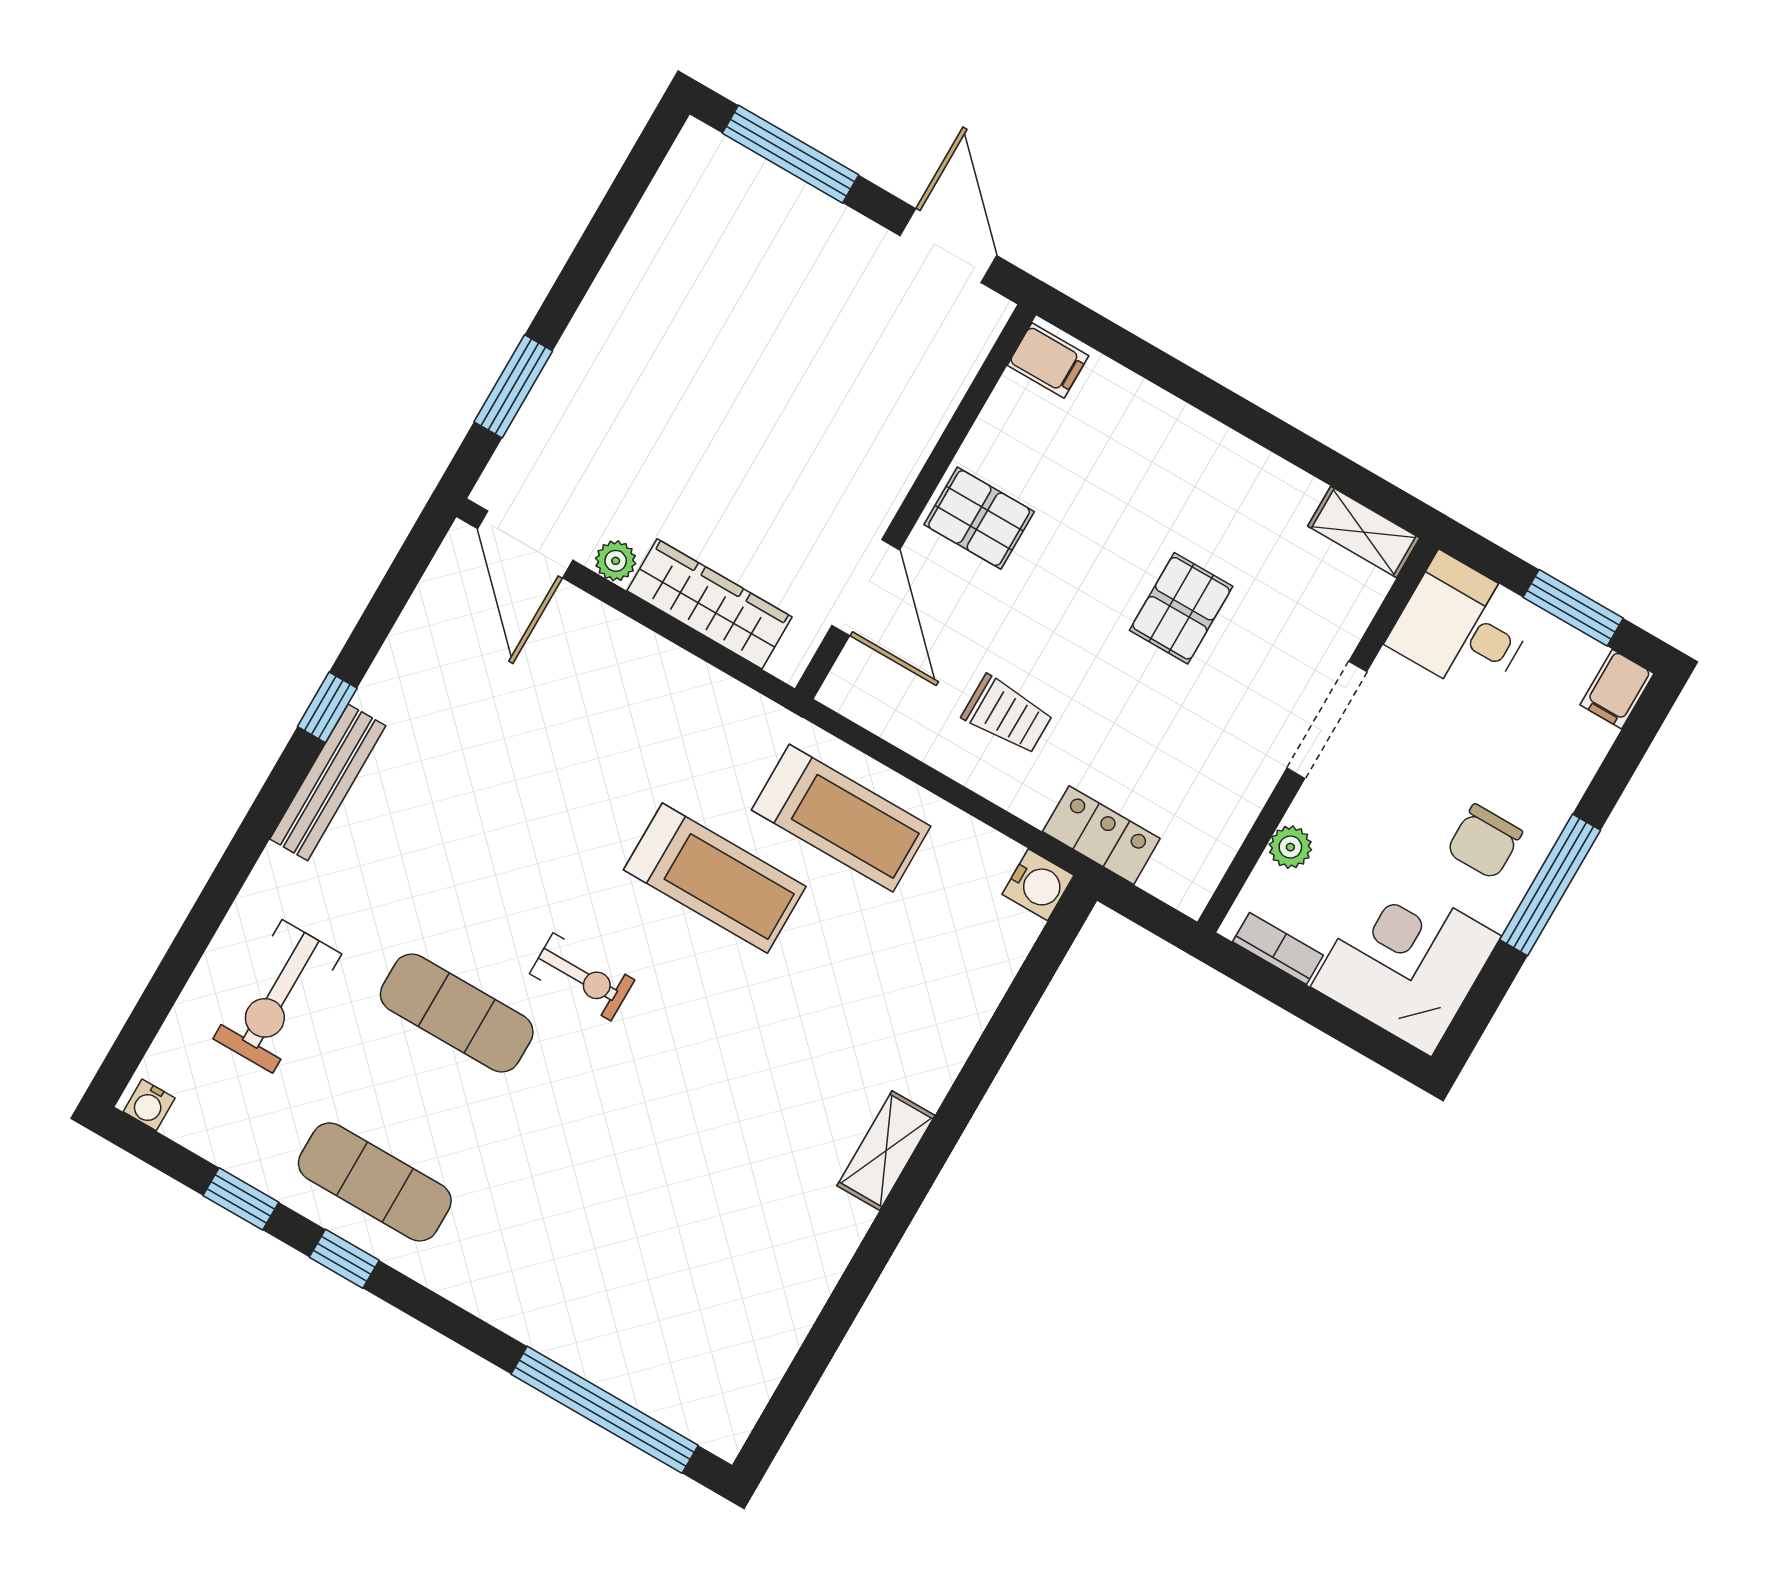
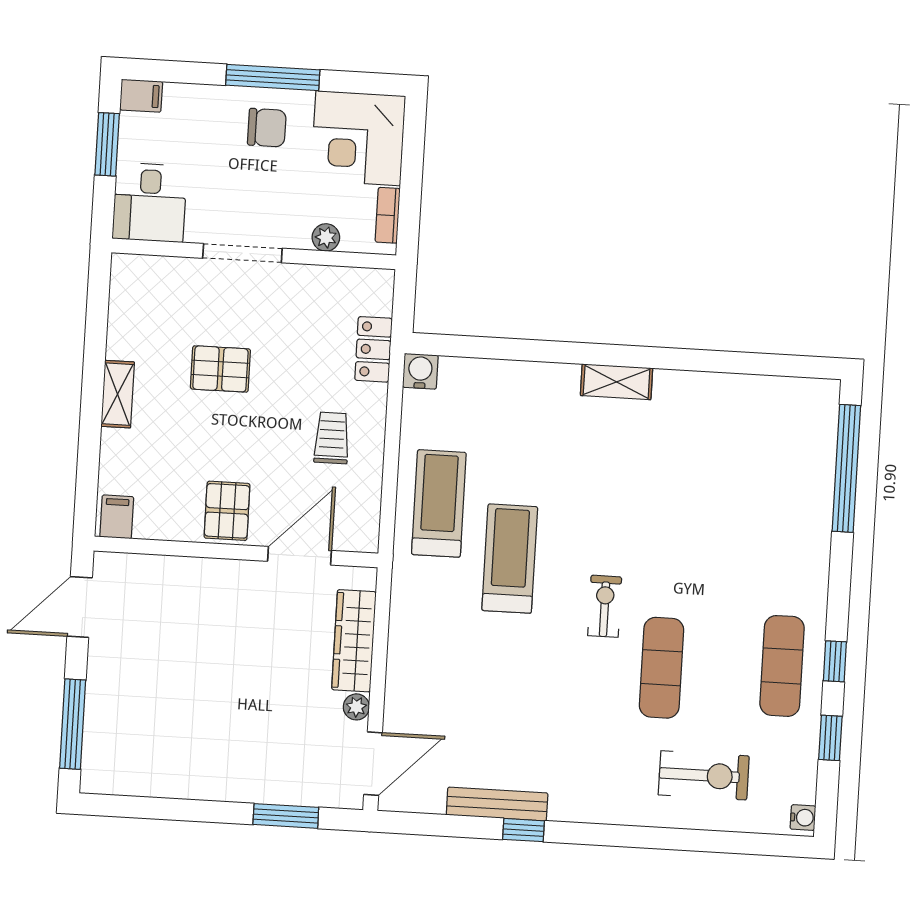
shelving: (1364, 532) -> (118, 394), moved
bench: (328, 782) -> (497, 804), moved

